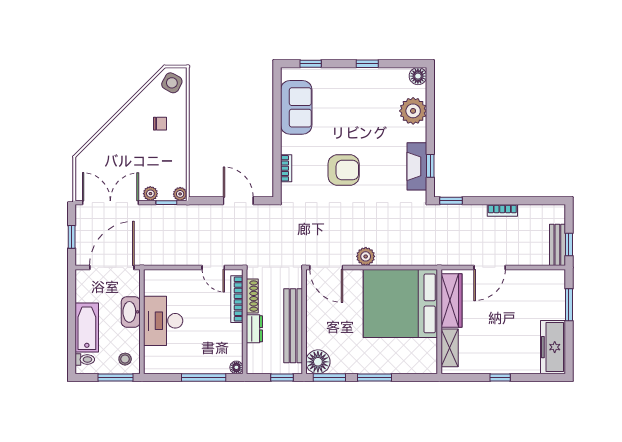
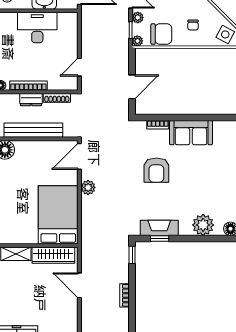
sofa: (296, 107) -> (191, 133), moved
chair: (171, 164) -> (161, 34), added
bookcase: (237, 299) -> (28, 86), moved
bed: (400, 303) -> (58, 215), width x0.73

